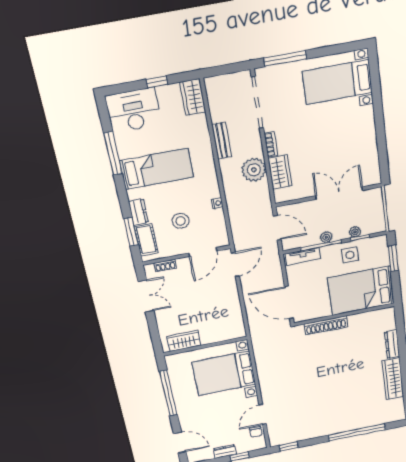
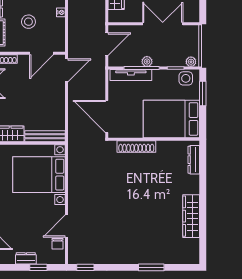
door: (277, 228) -> (107, 44), hinge flipped
plant: (355, 232) -> (191, 62), moved
side table: (350, 255) -> (186, 78), moved
tv unit: (303, 256) -> (131, 75), width x1.41
bench: (223, 336) -> (45, 136), added
dresser: (392, 344) -> (194, 160), moved
window: (357, 432) -> (151, 267), width x0.47

